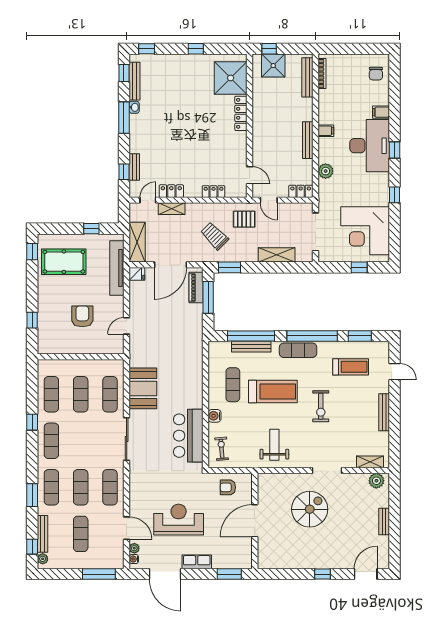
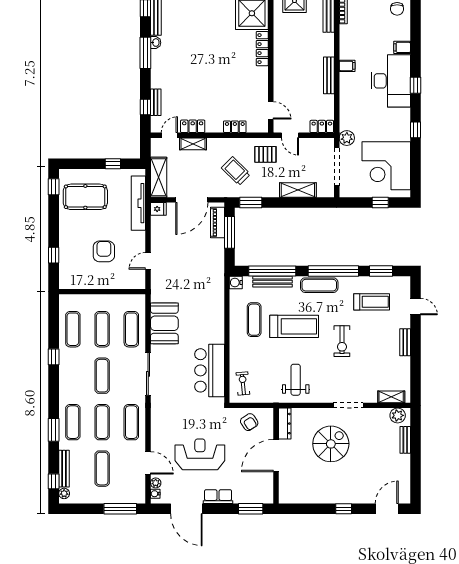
plant: (326, 171) -> (347, 138), moved
bench: (384, 412) -> (405, 342), width x0.73
water cooler: (215, 416) -> (236, 283), moved
exercise mat: (51, 441) -> (102, 376), moved
armchair: (228, 487) -> (249, 422), turned -123
dresser: (263, 489) -> (285, 424), added
bench: (384, 522) -> (405, 440), moved

